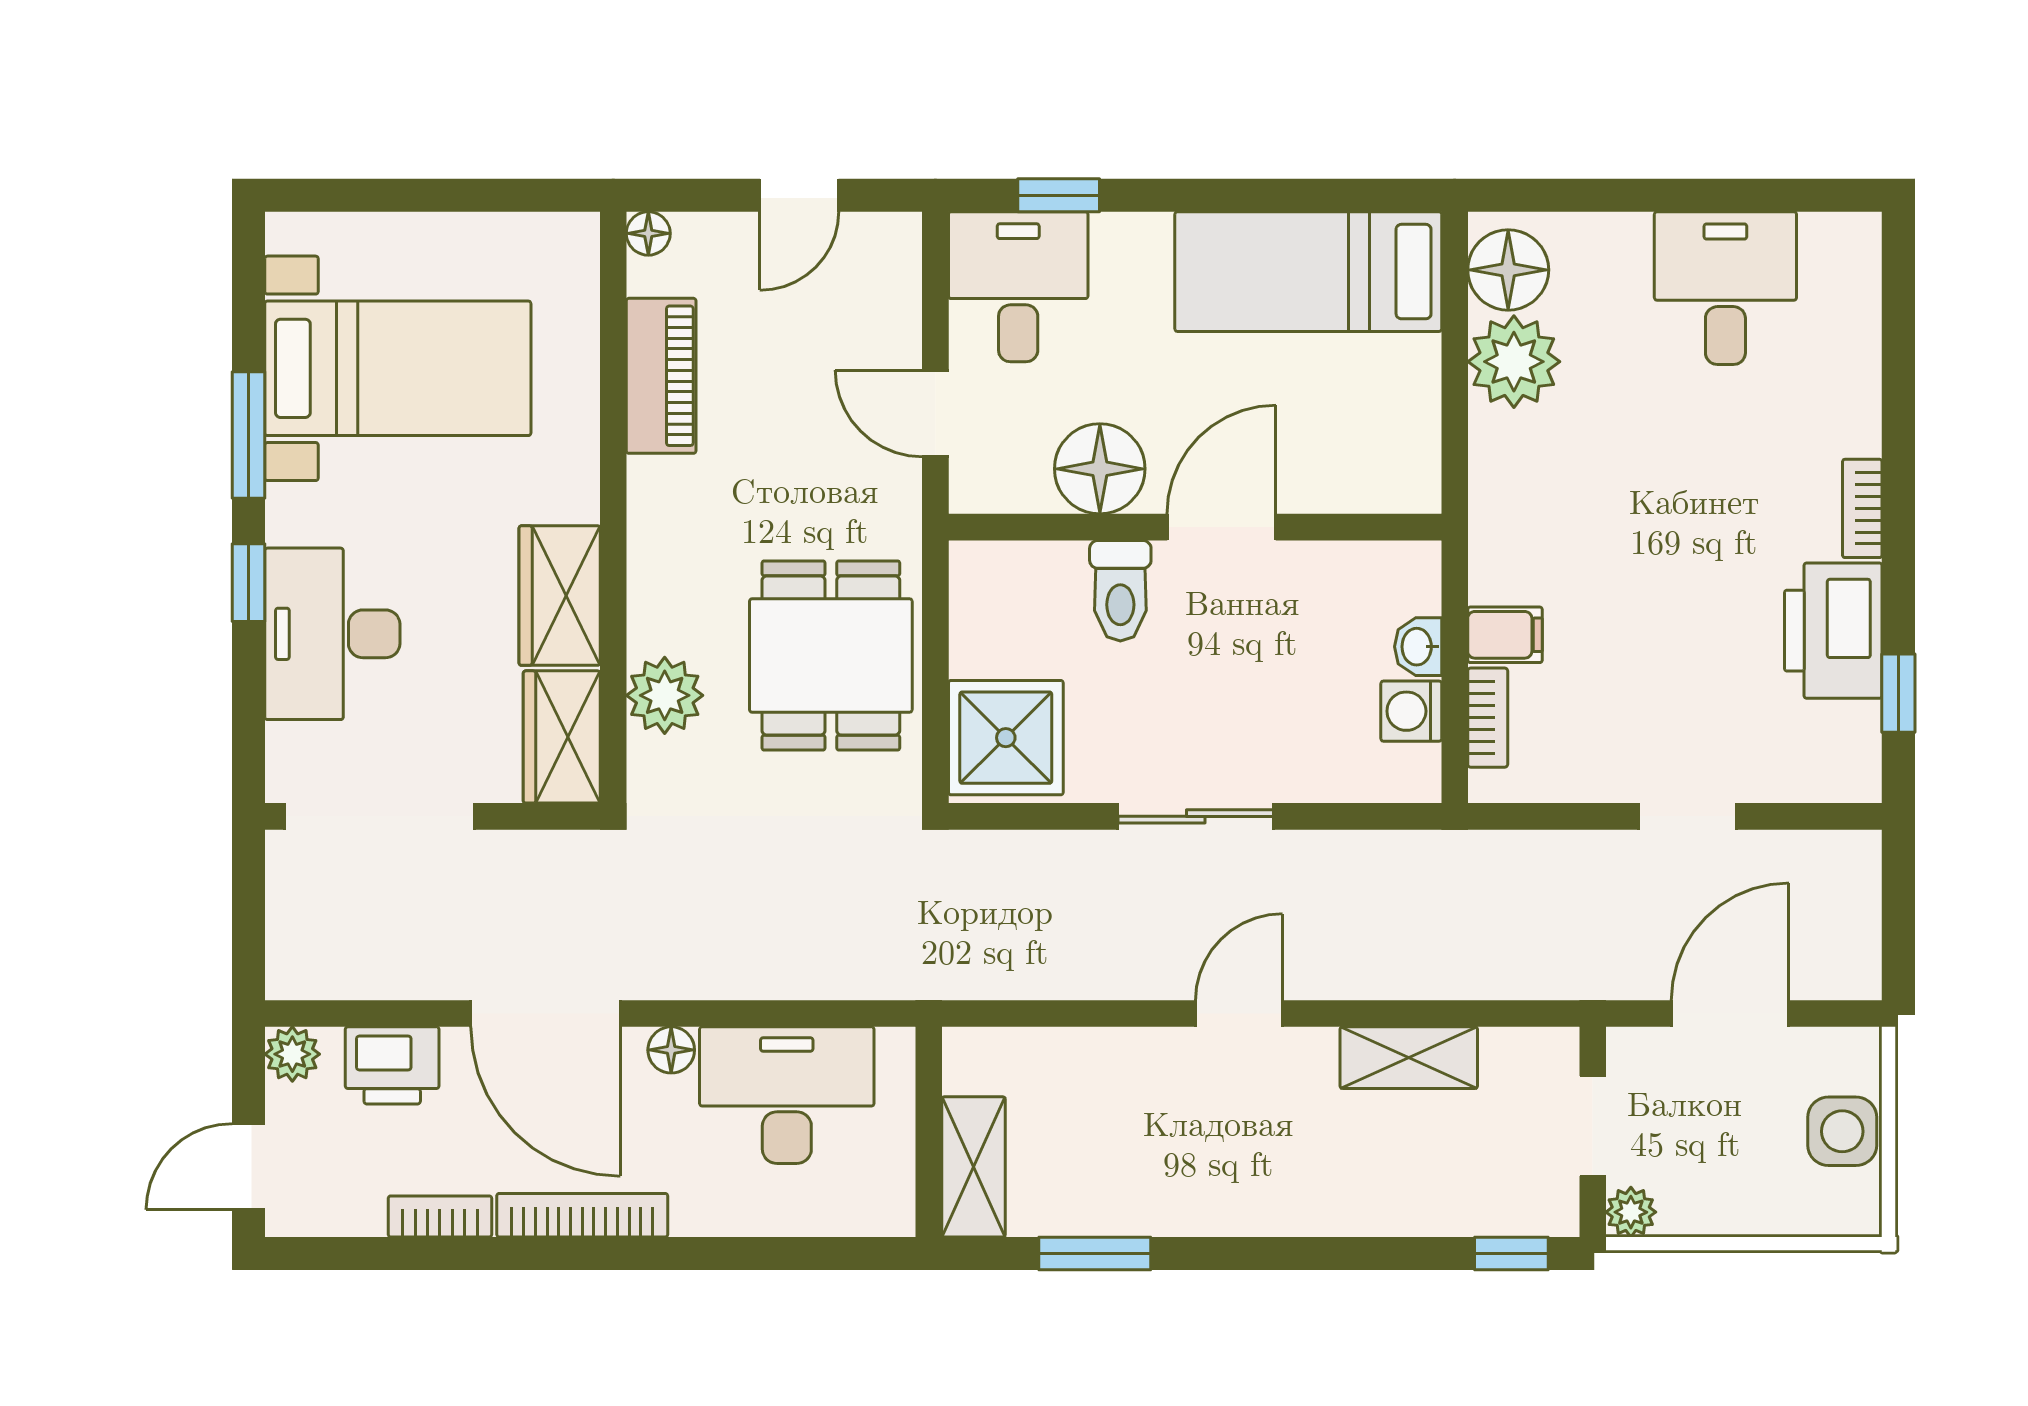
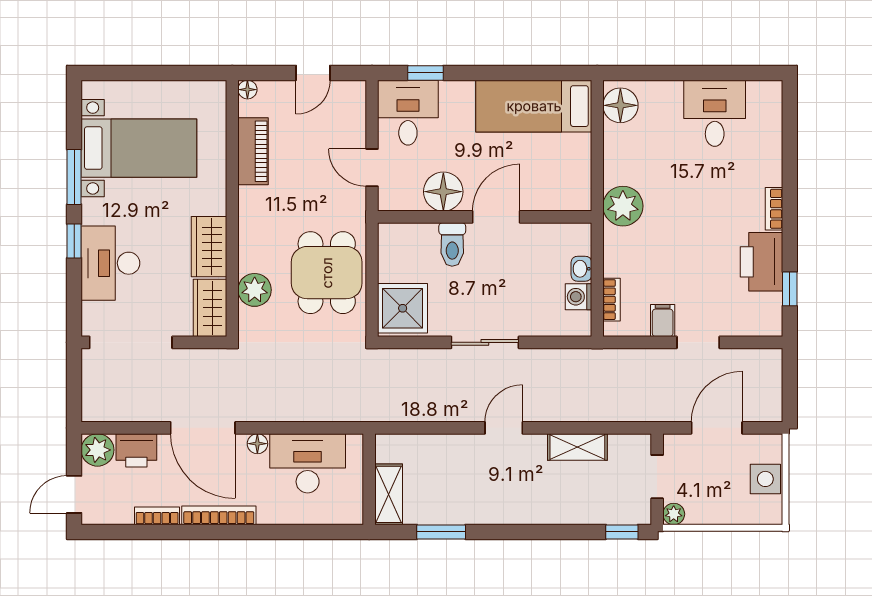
plant: (1514, 362) -> (623, 206), moved
filing cabinet: (1505, 635) -> (663, 321), moved, turned -90
plant: (292, 1054) -> (97, 450), width x1.38, depth x1.38

